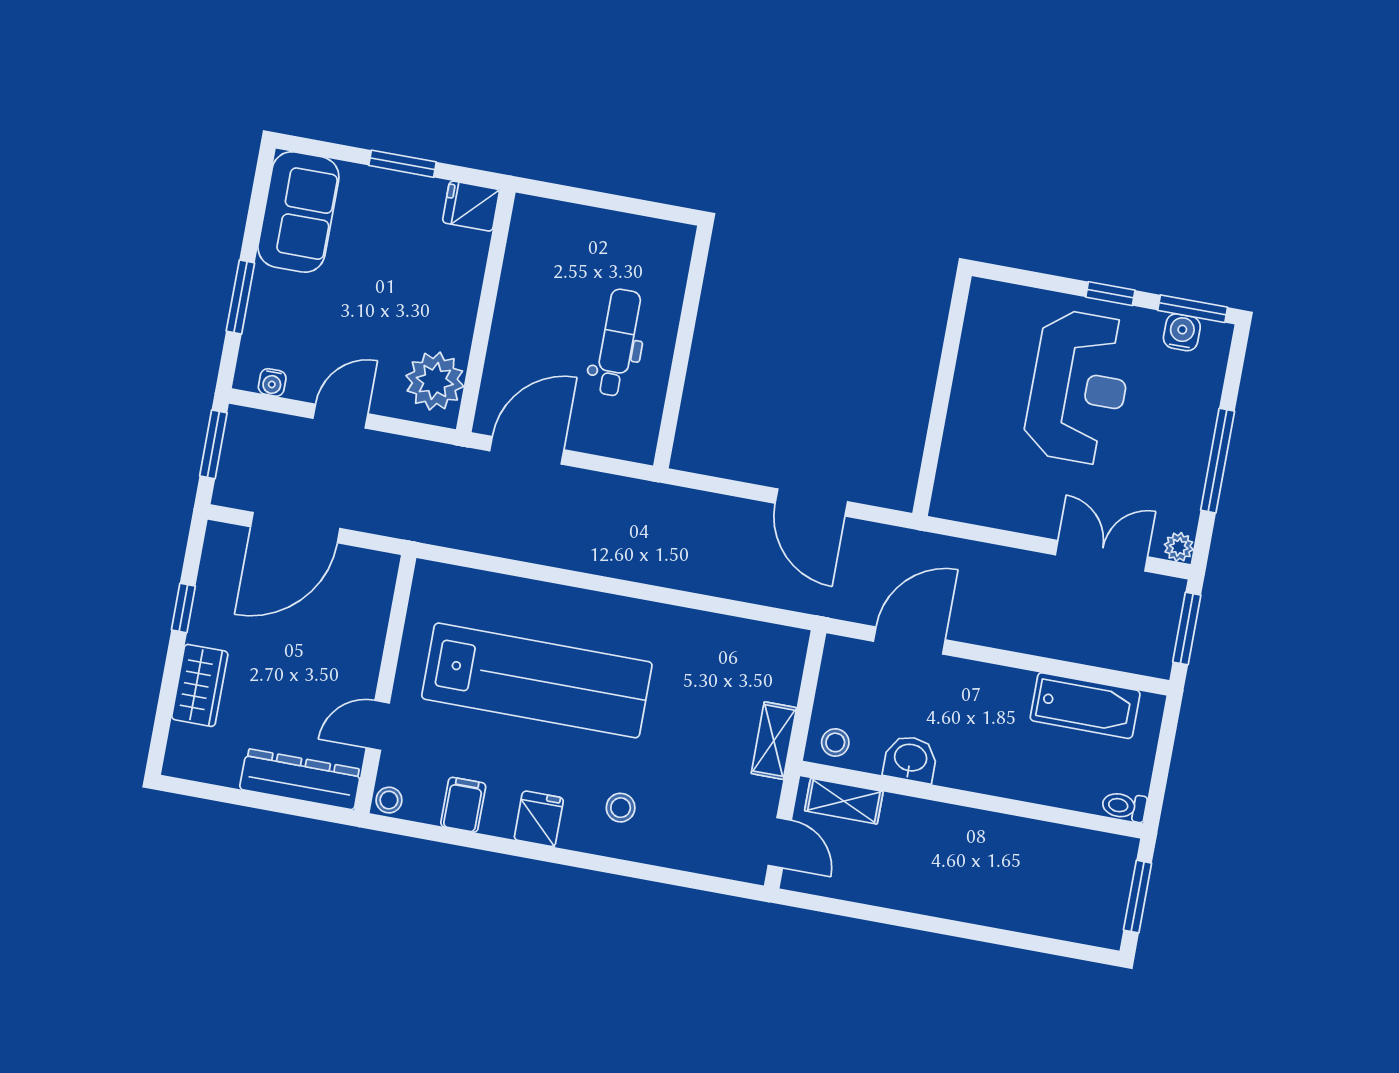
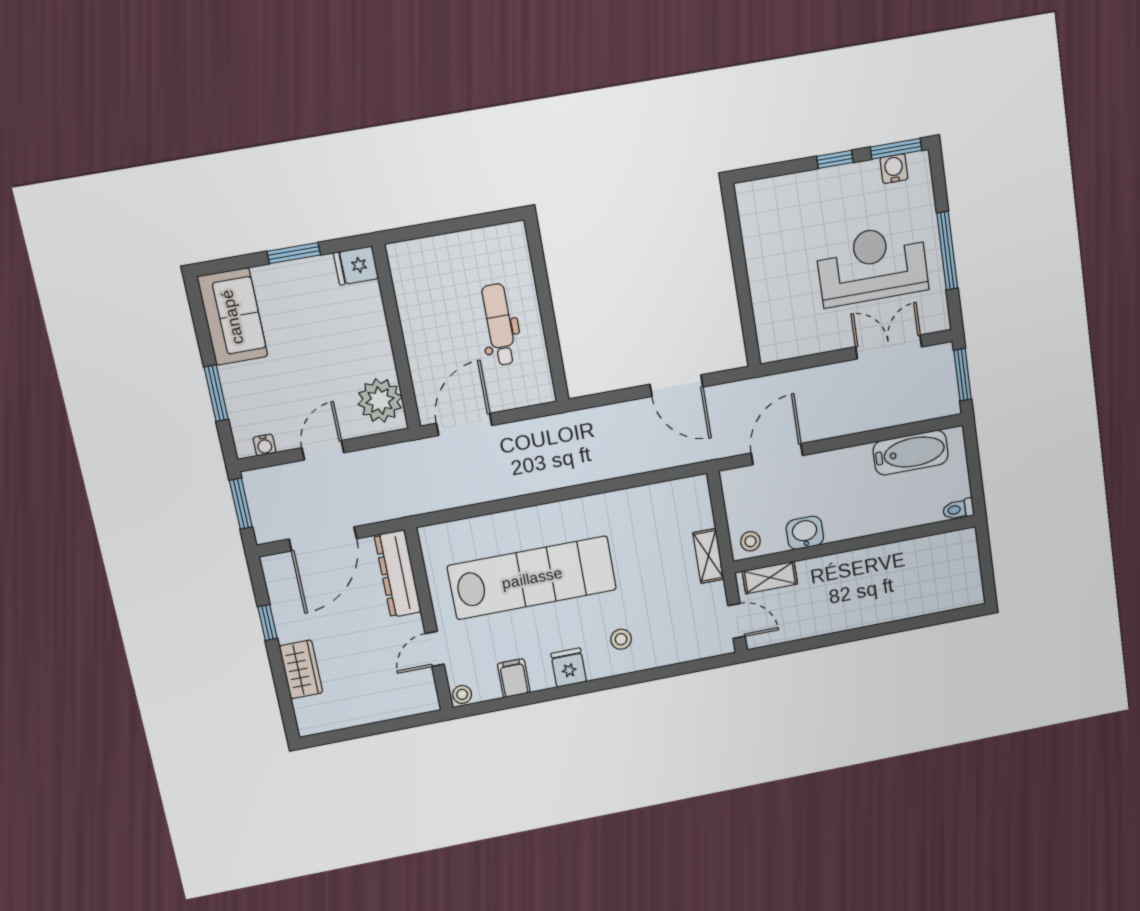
reception desk: (1079, 387) -> (872, 265), moved, turned -90
plant: (1179, 547) -> (940, 321), removed
dresser: (300, 779) -> (398, 574), moved, turned -90
window: (1138, 897) -> (986, 564), removed

